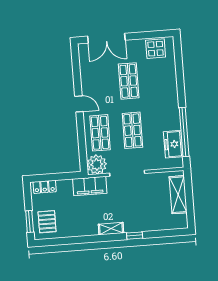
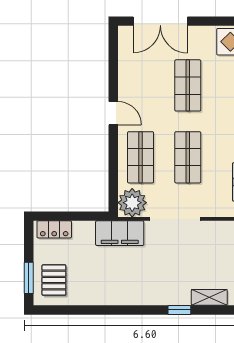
shelving: (111, 229) -> (209, 297), moved

